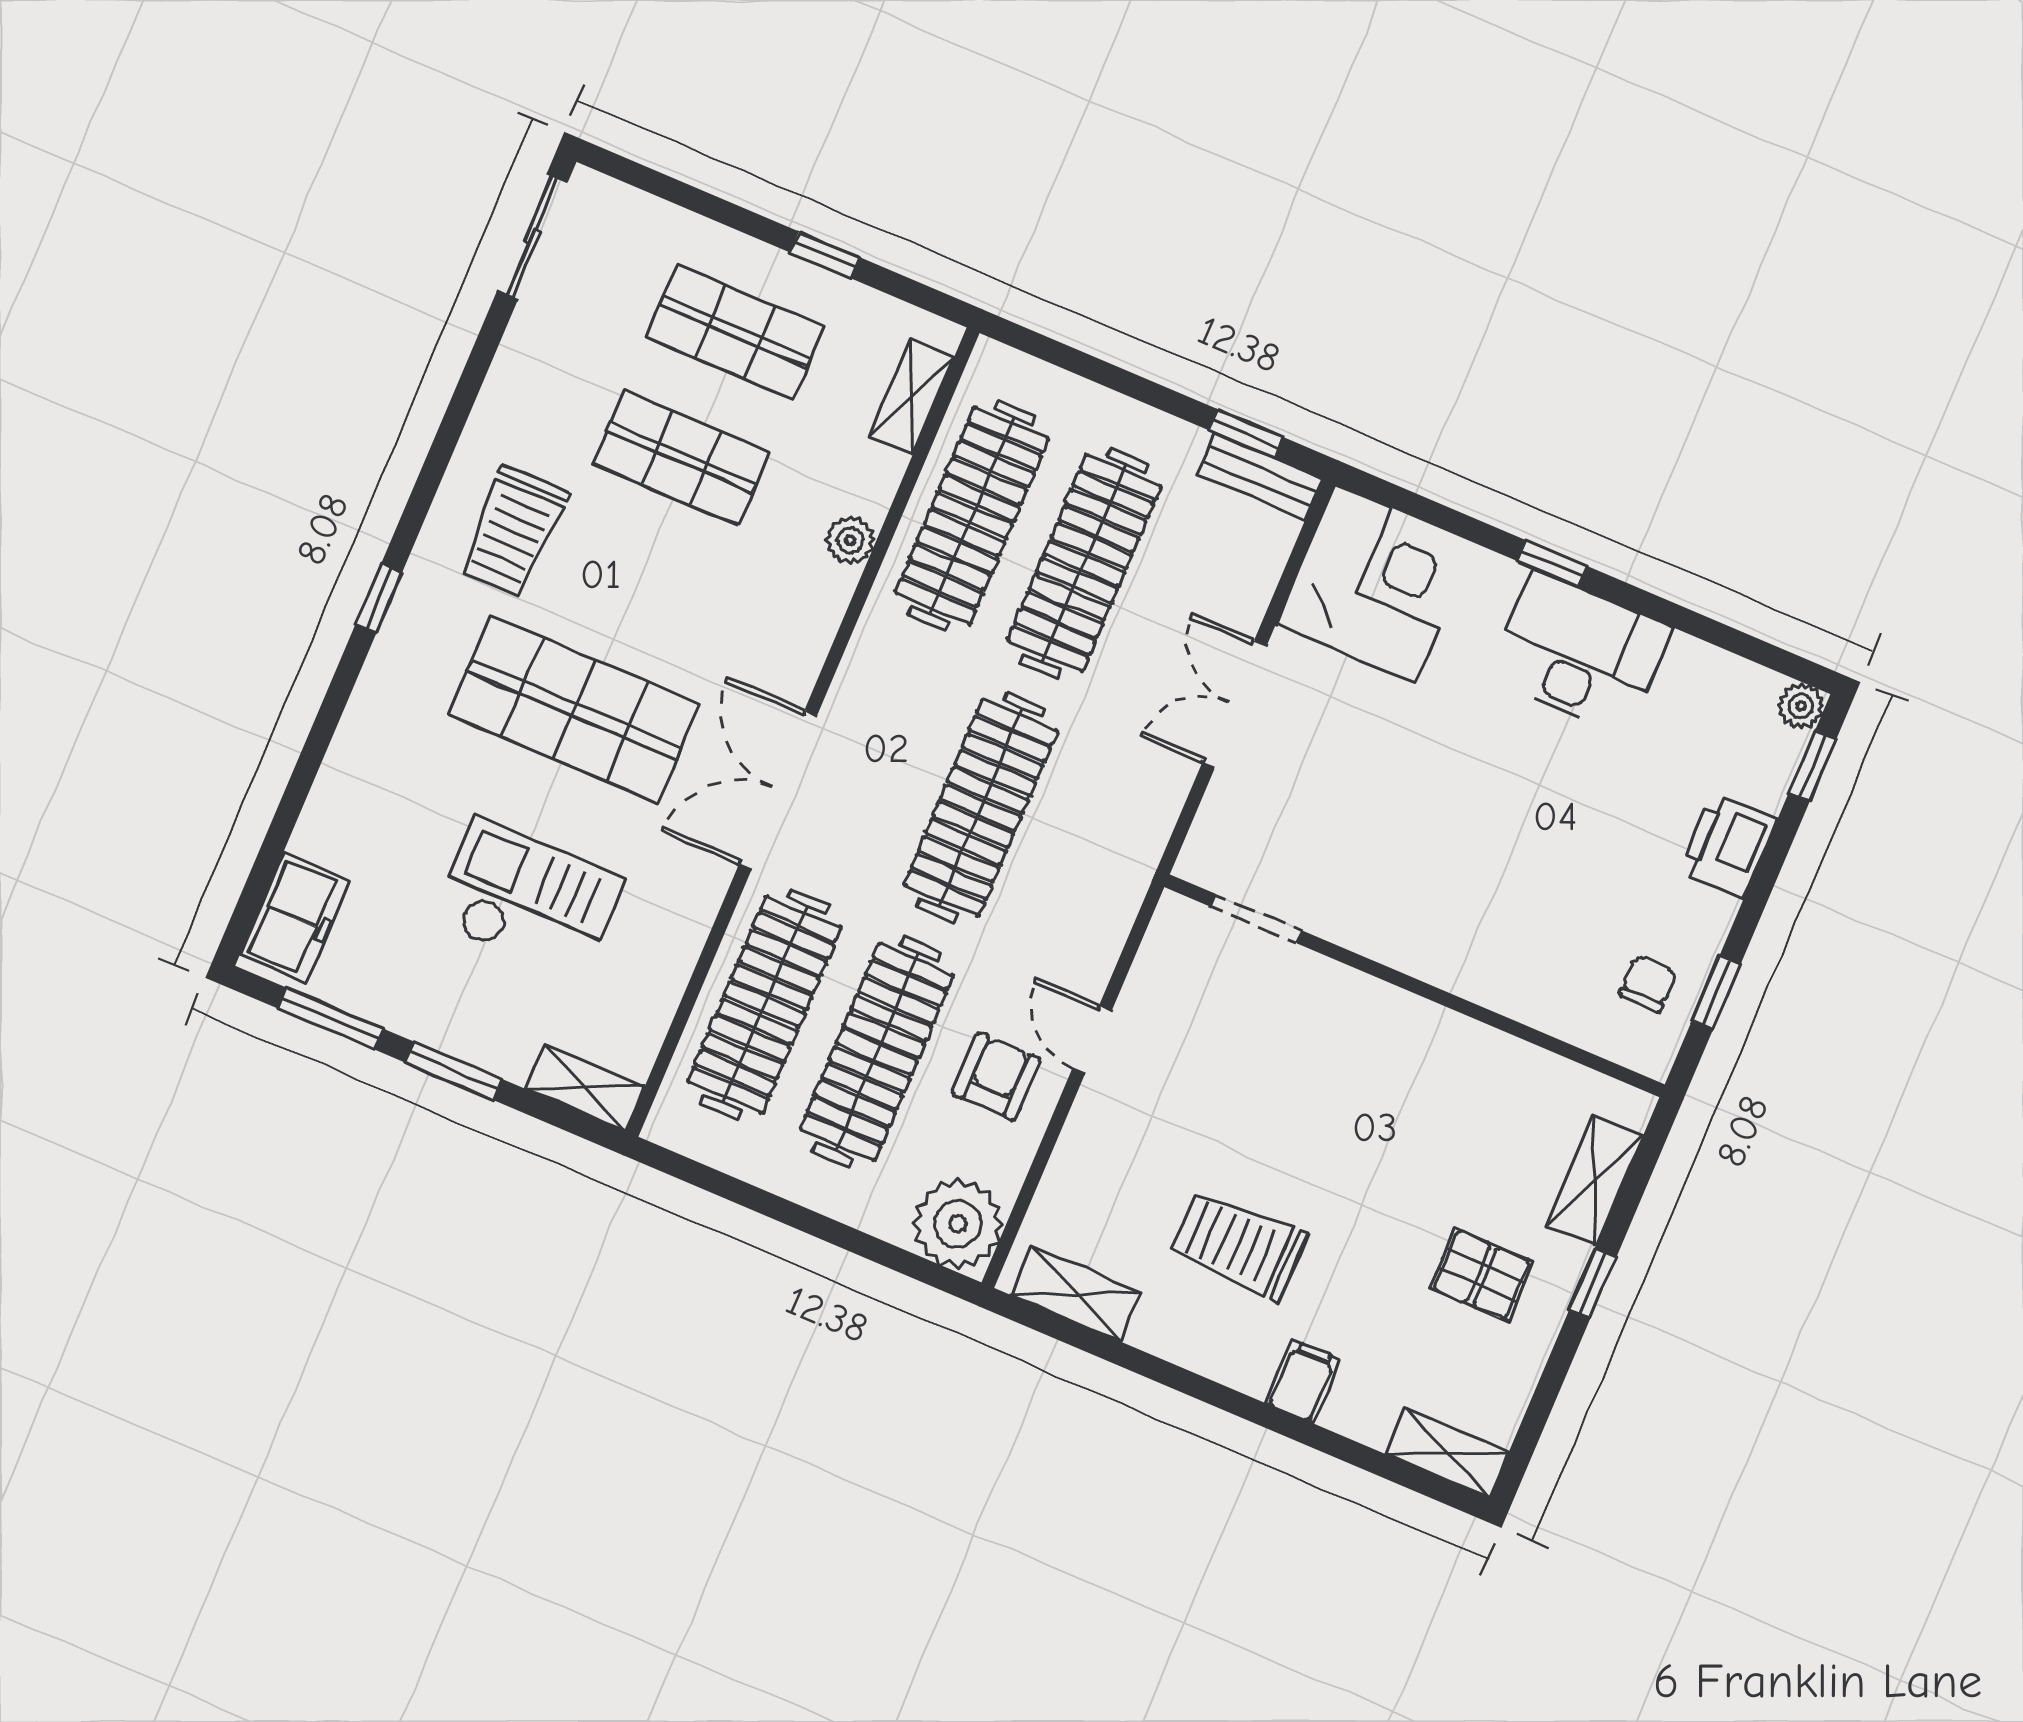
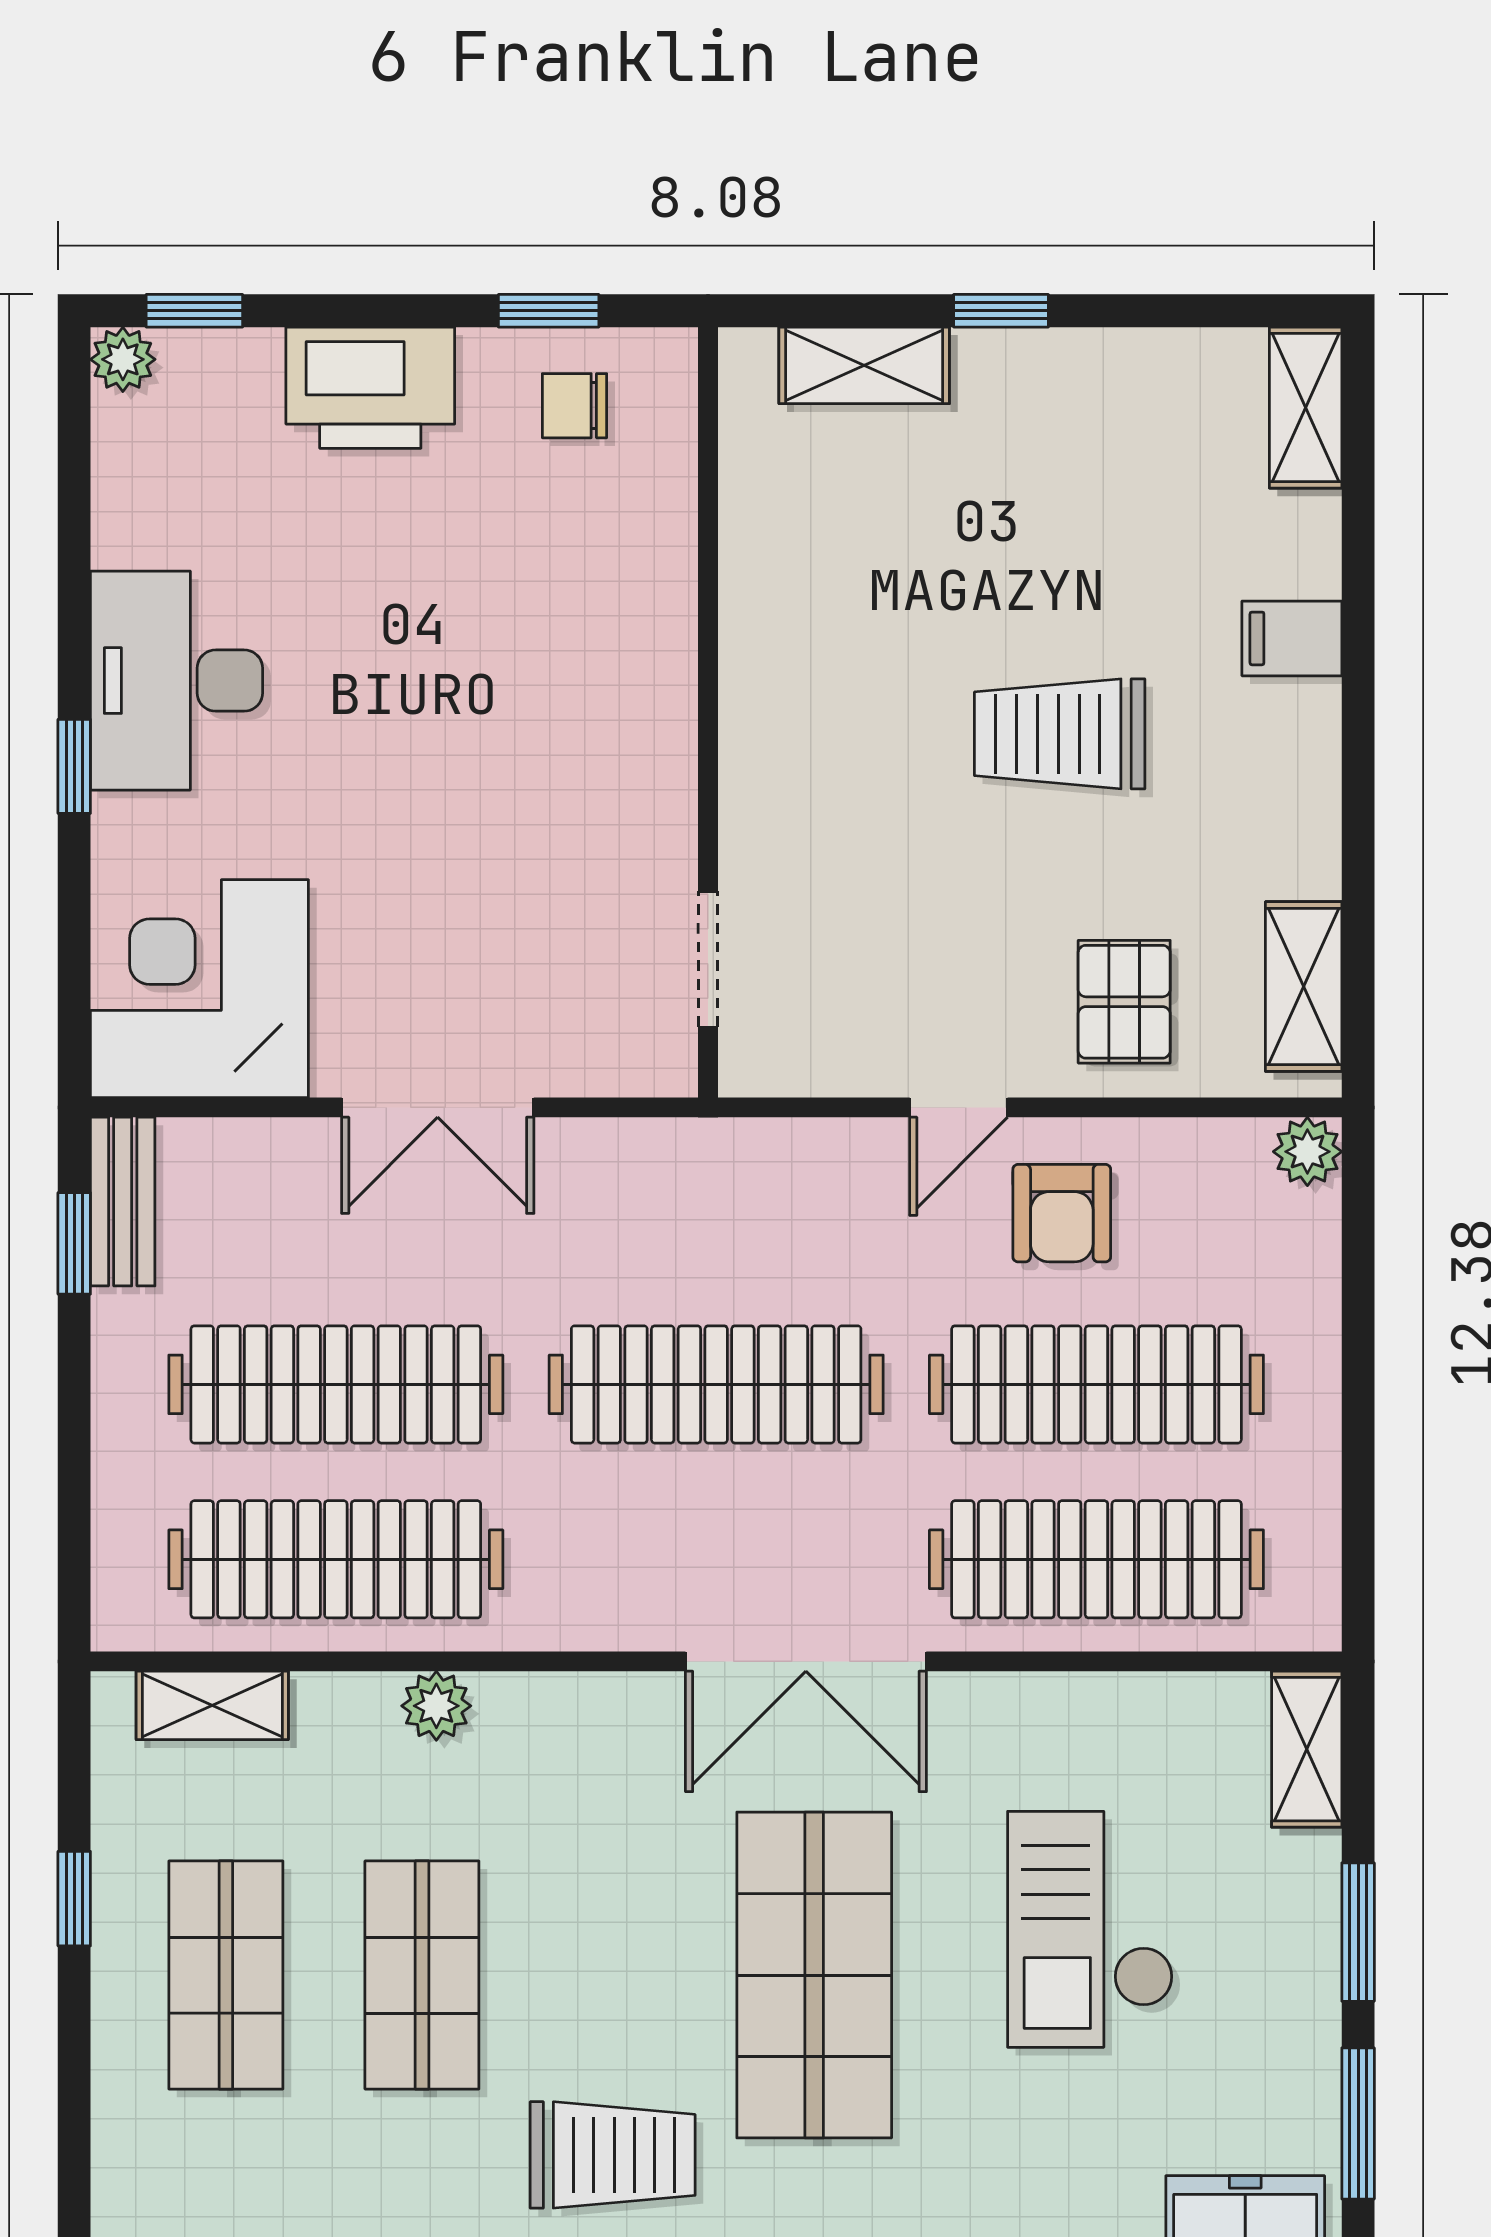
printer: (1728, 845) -> (370, 388), width x1.37, depth x1.19
armchair: (996, 1077) -> (1062, 1213), turned -90
plant: (958, 1224) -> (1307, 1152), width x0.53, depth x0.53
trolley: (1239, 1245) -> (1060, 734), moved, turned 90
pallet: (1482, 1275) -> (1124, 1002), moved

